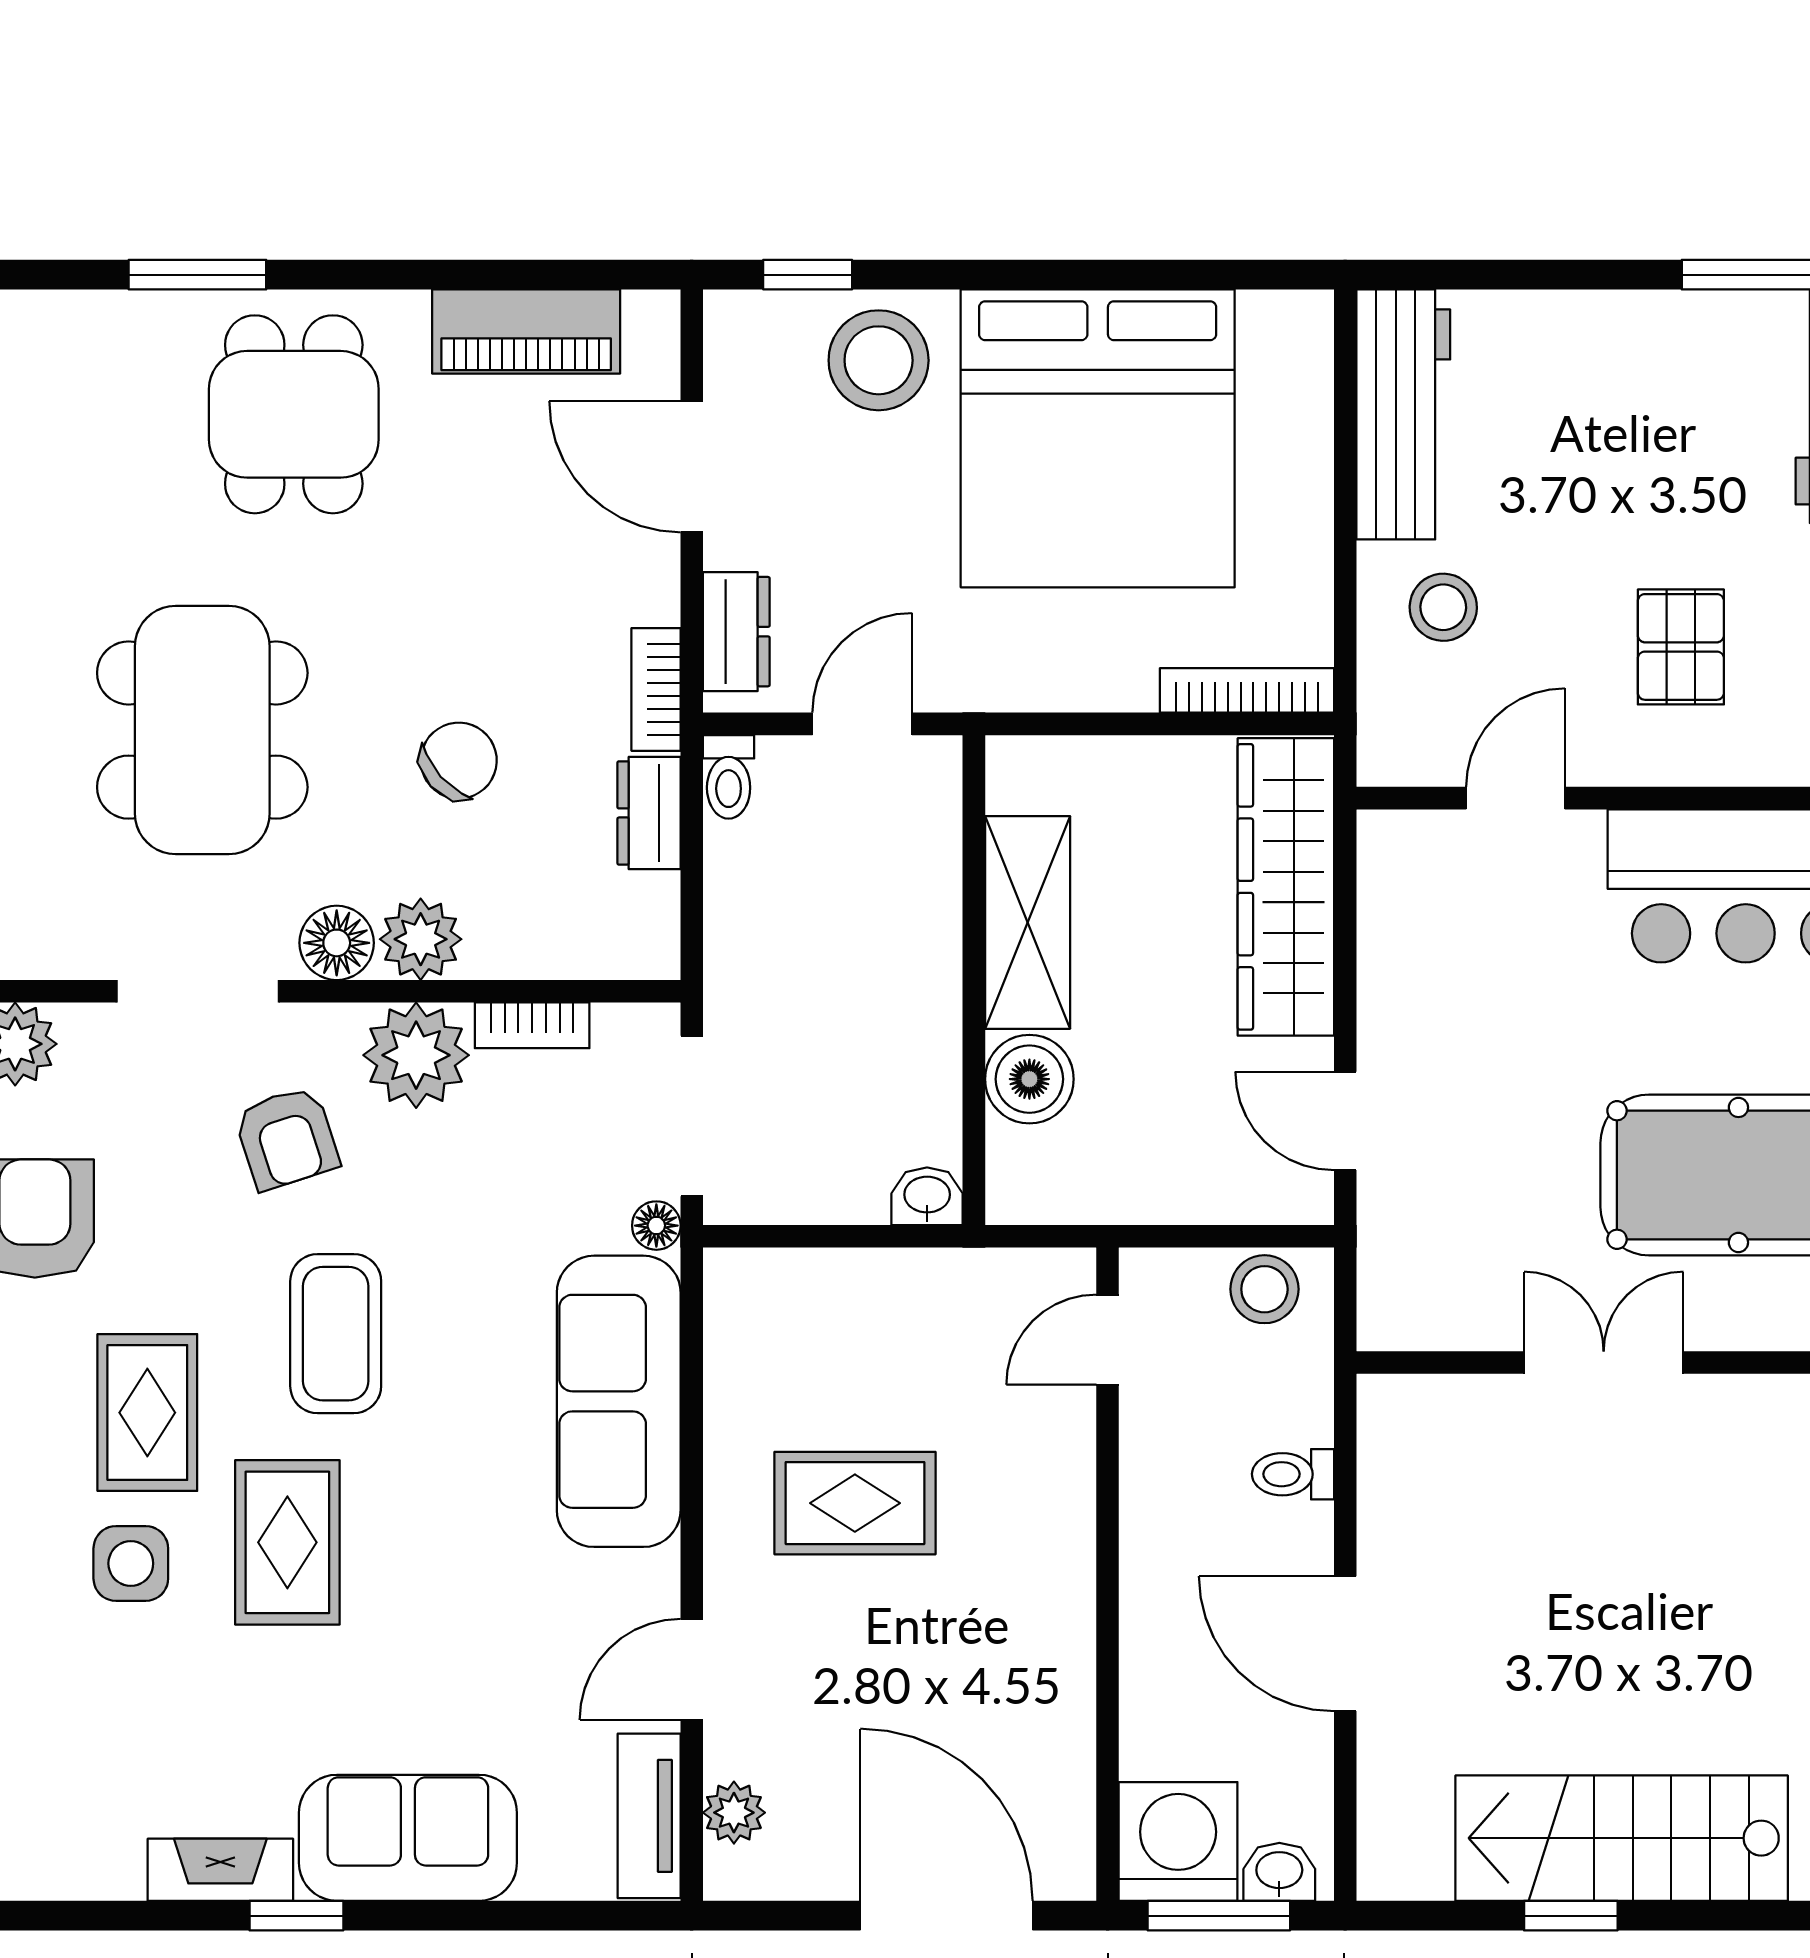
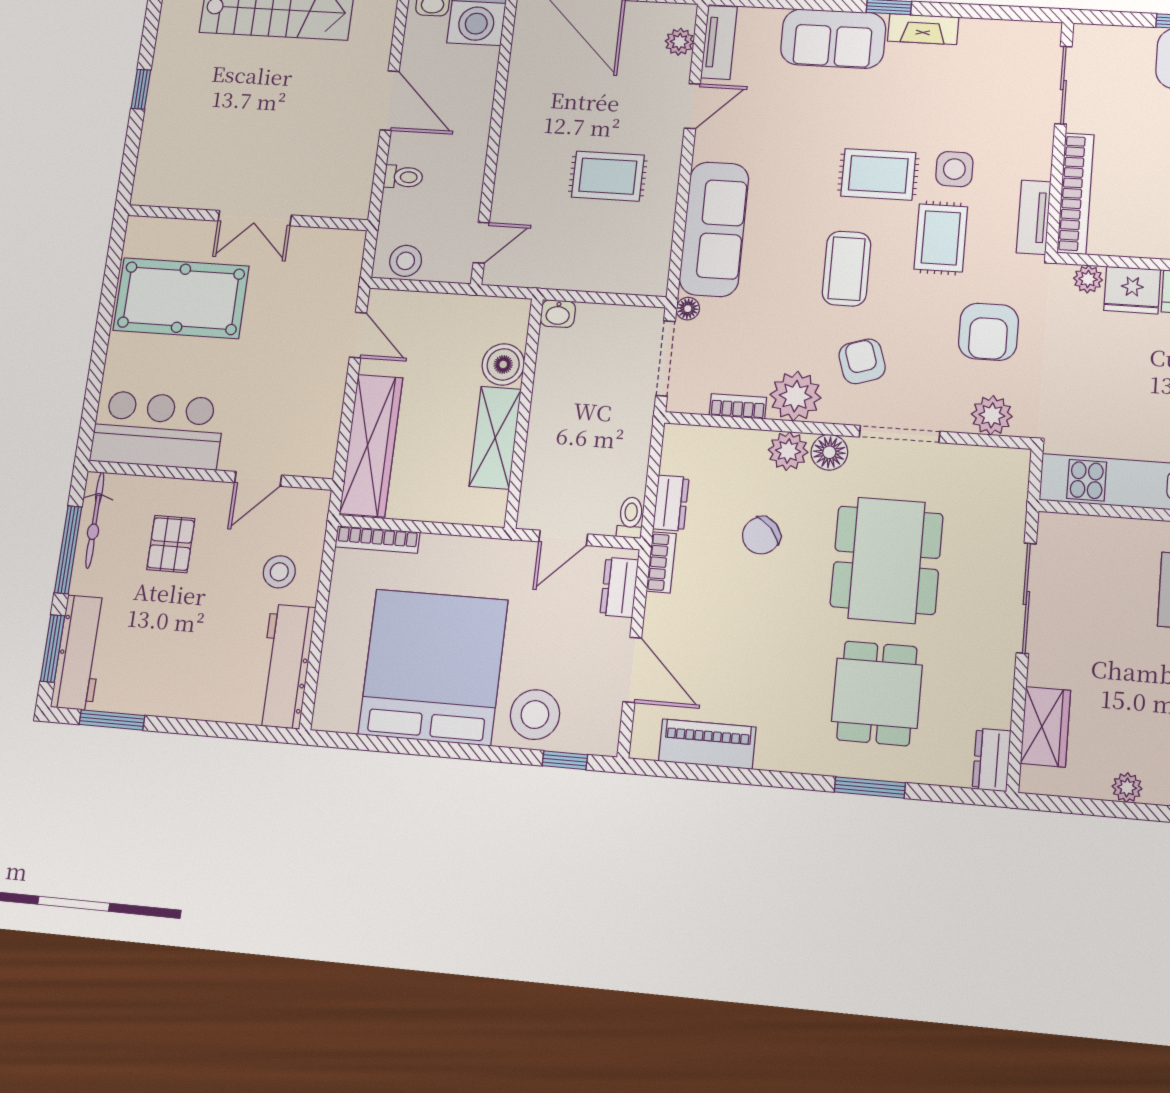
dining table: (294, 414) -> (877, 693), moved
rug: (287, 1542) -> (878, 174), turned 90

